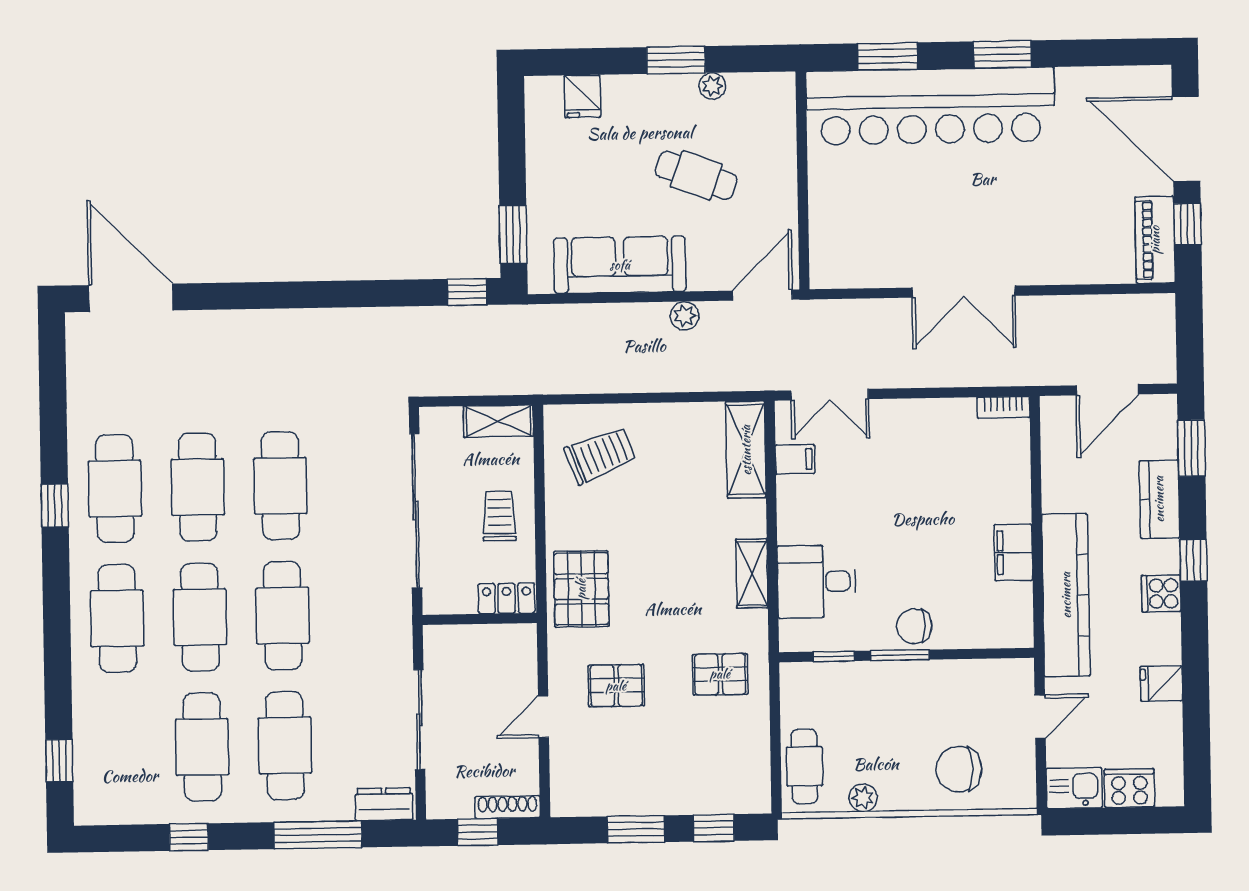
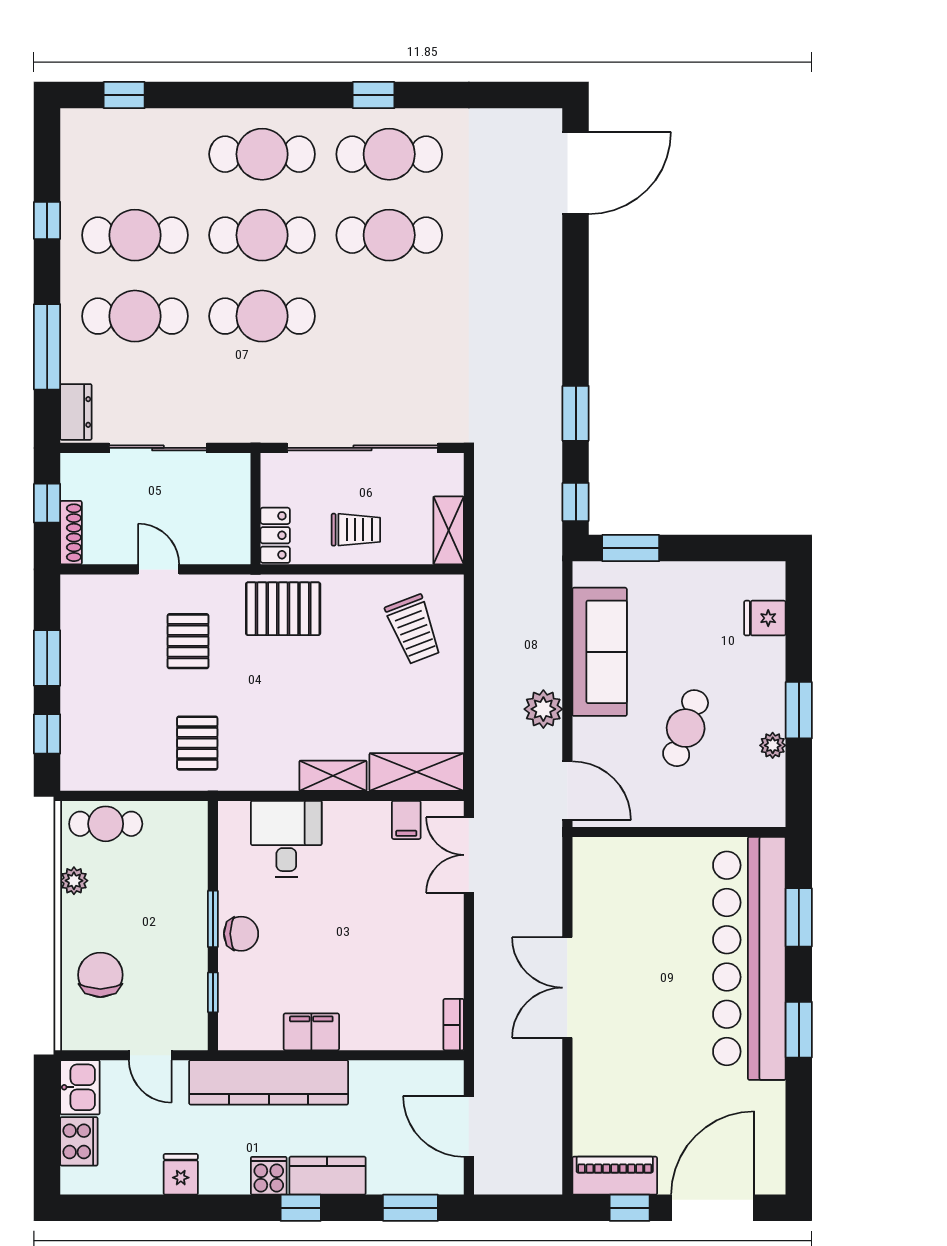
window: (376, 293) -> (576, 413), added
plant: (685, 316) -> (543, 709), width x1.38, depth x1.38
cafe table: (280, 486) -> (389, 316), removed
kitchen counter: (1159, 499) -> (327, 1176), moved
shelving: (752, 573) -> (333, 776), moved
chair: (914, 626) -> (241, 934), turned 90
window: (834, 656) -> (213, 992), moved

